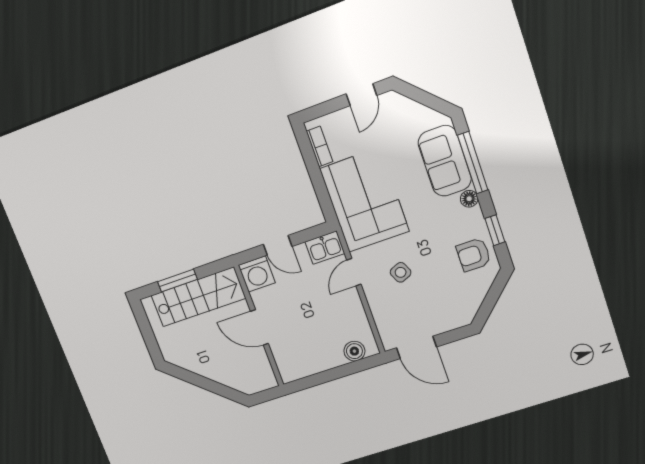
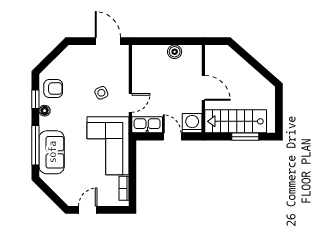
floor lamp: (469, 199) -> (45, 111), moved
kitchen sink: (325, 248) -> (147, 125), width x1.38
boiler: (354, 351) -> (175, 52), moved

